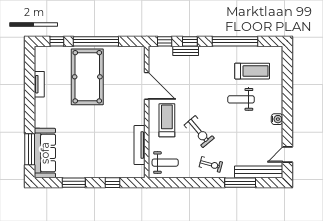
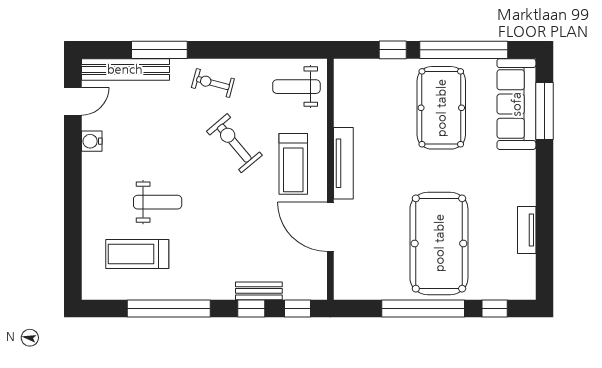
water cooler: (277, 119) -> (92, 141), moved
tv unit: (140, 145) -> (343, 163), moved
pool table: (86, 151) -> (441, 108), added
window: (74, 183) -> (464, 50), width x2.11

